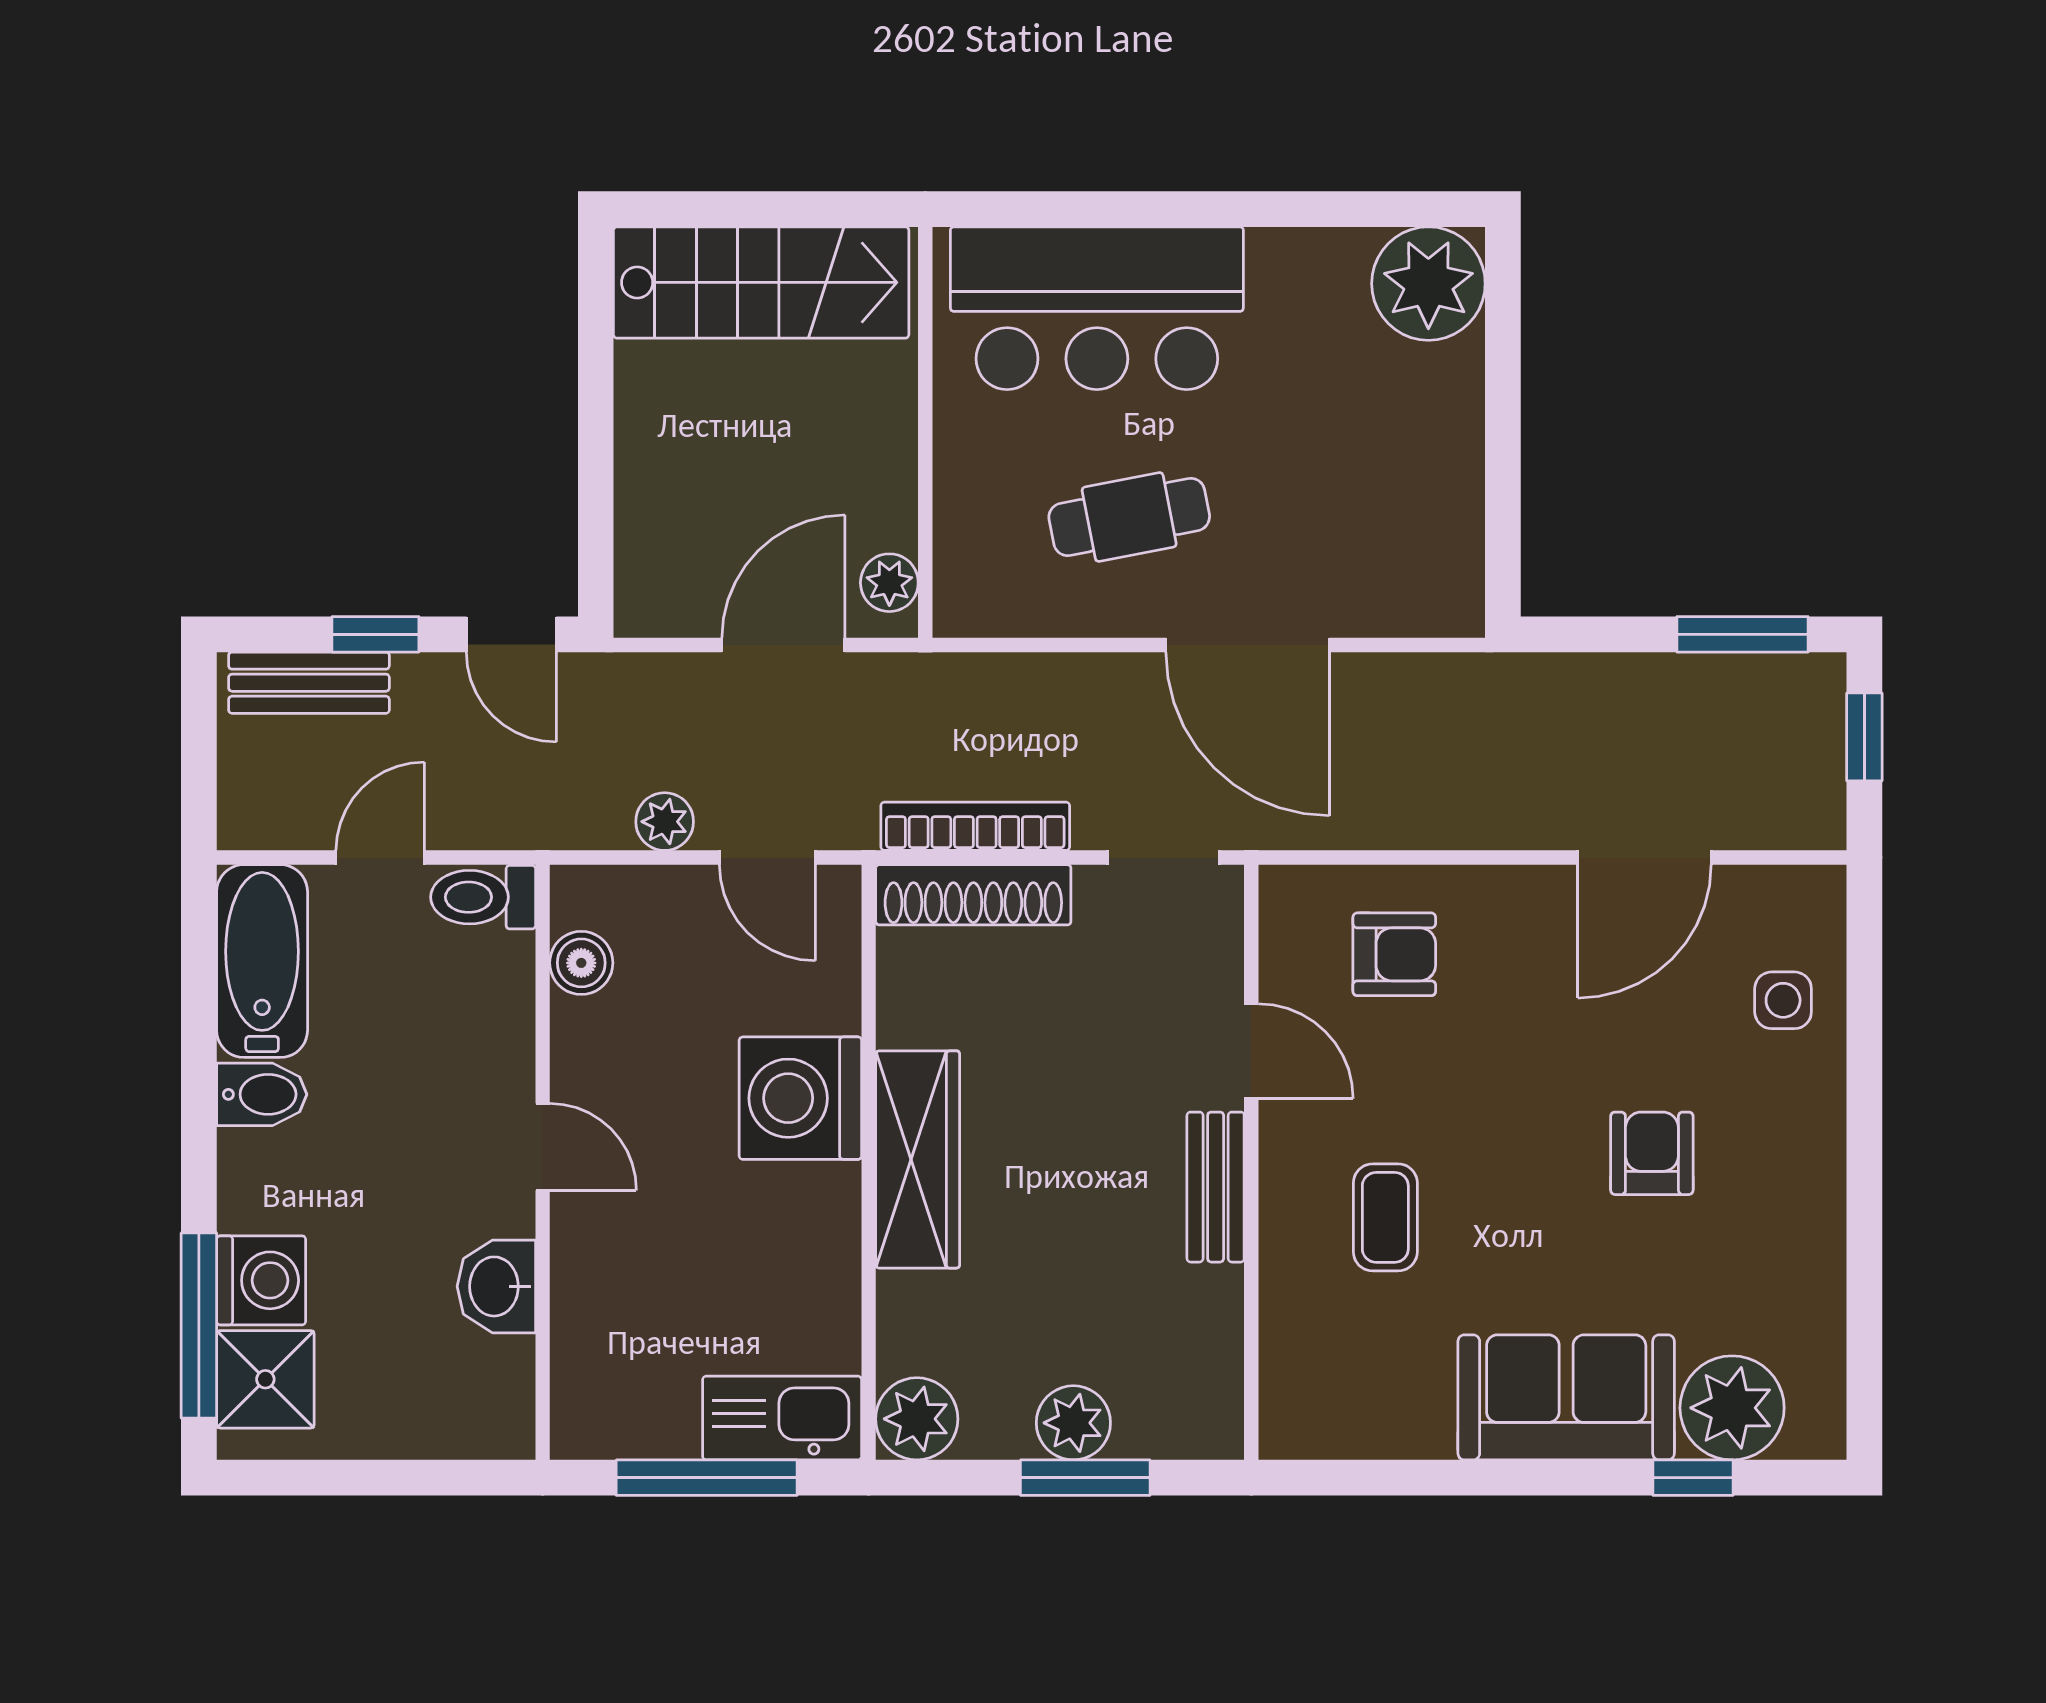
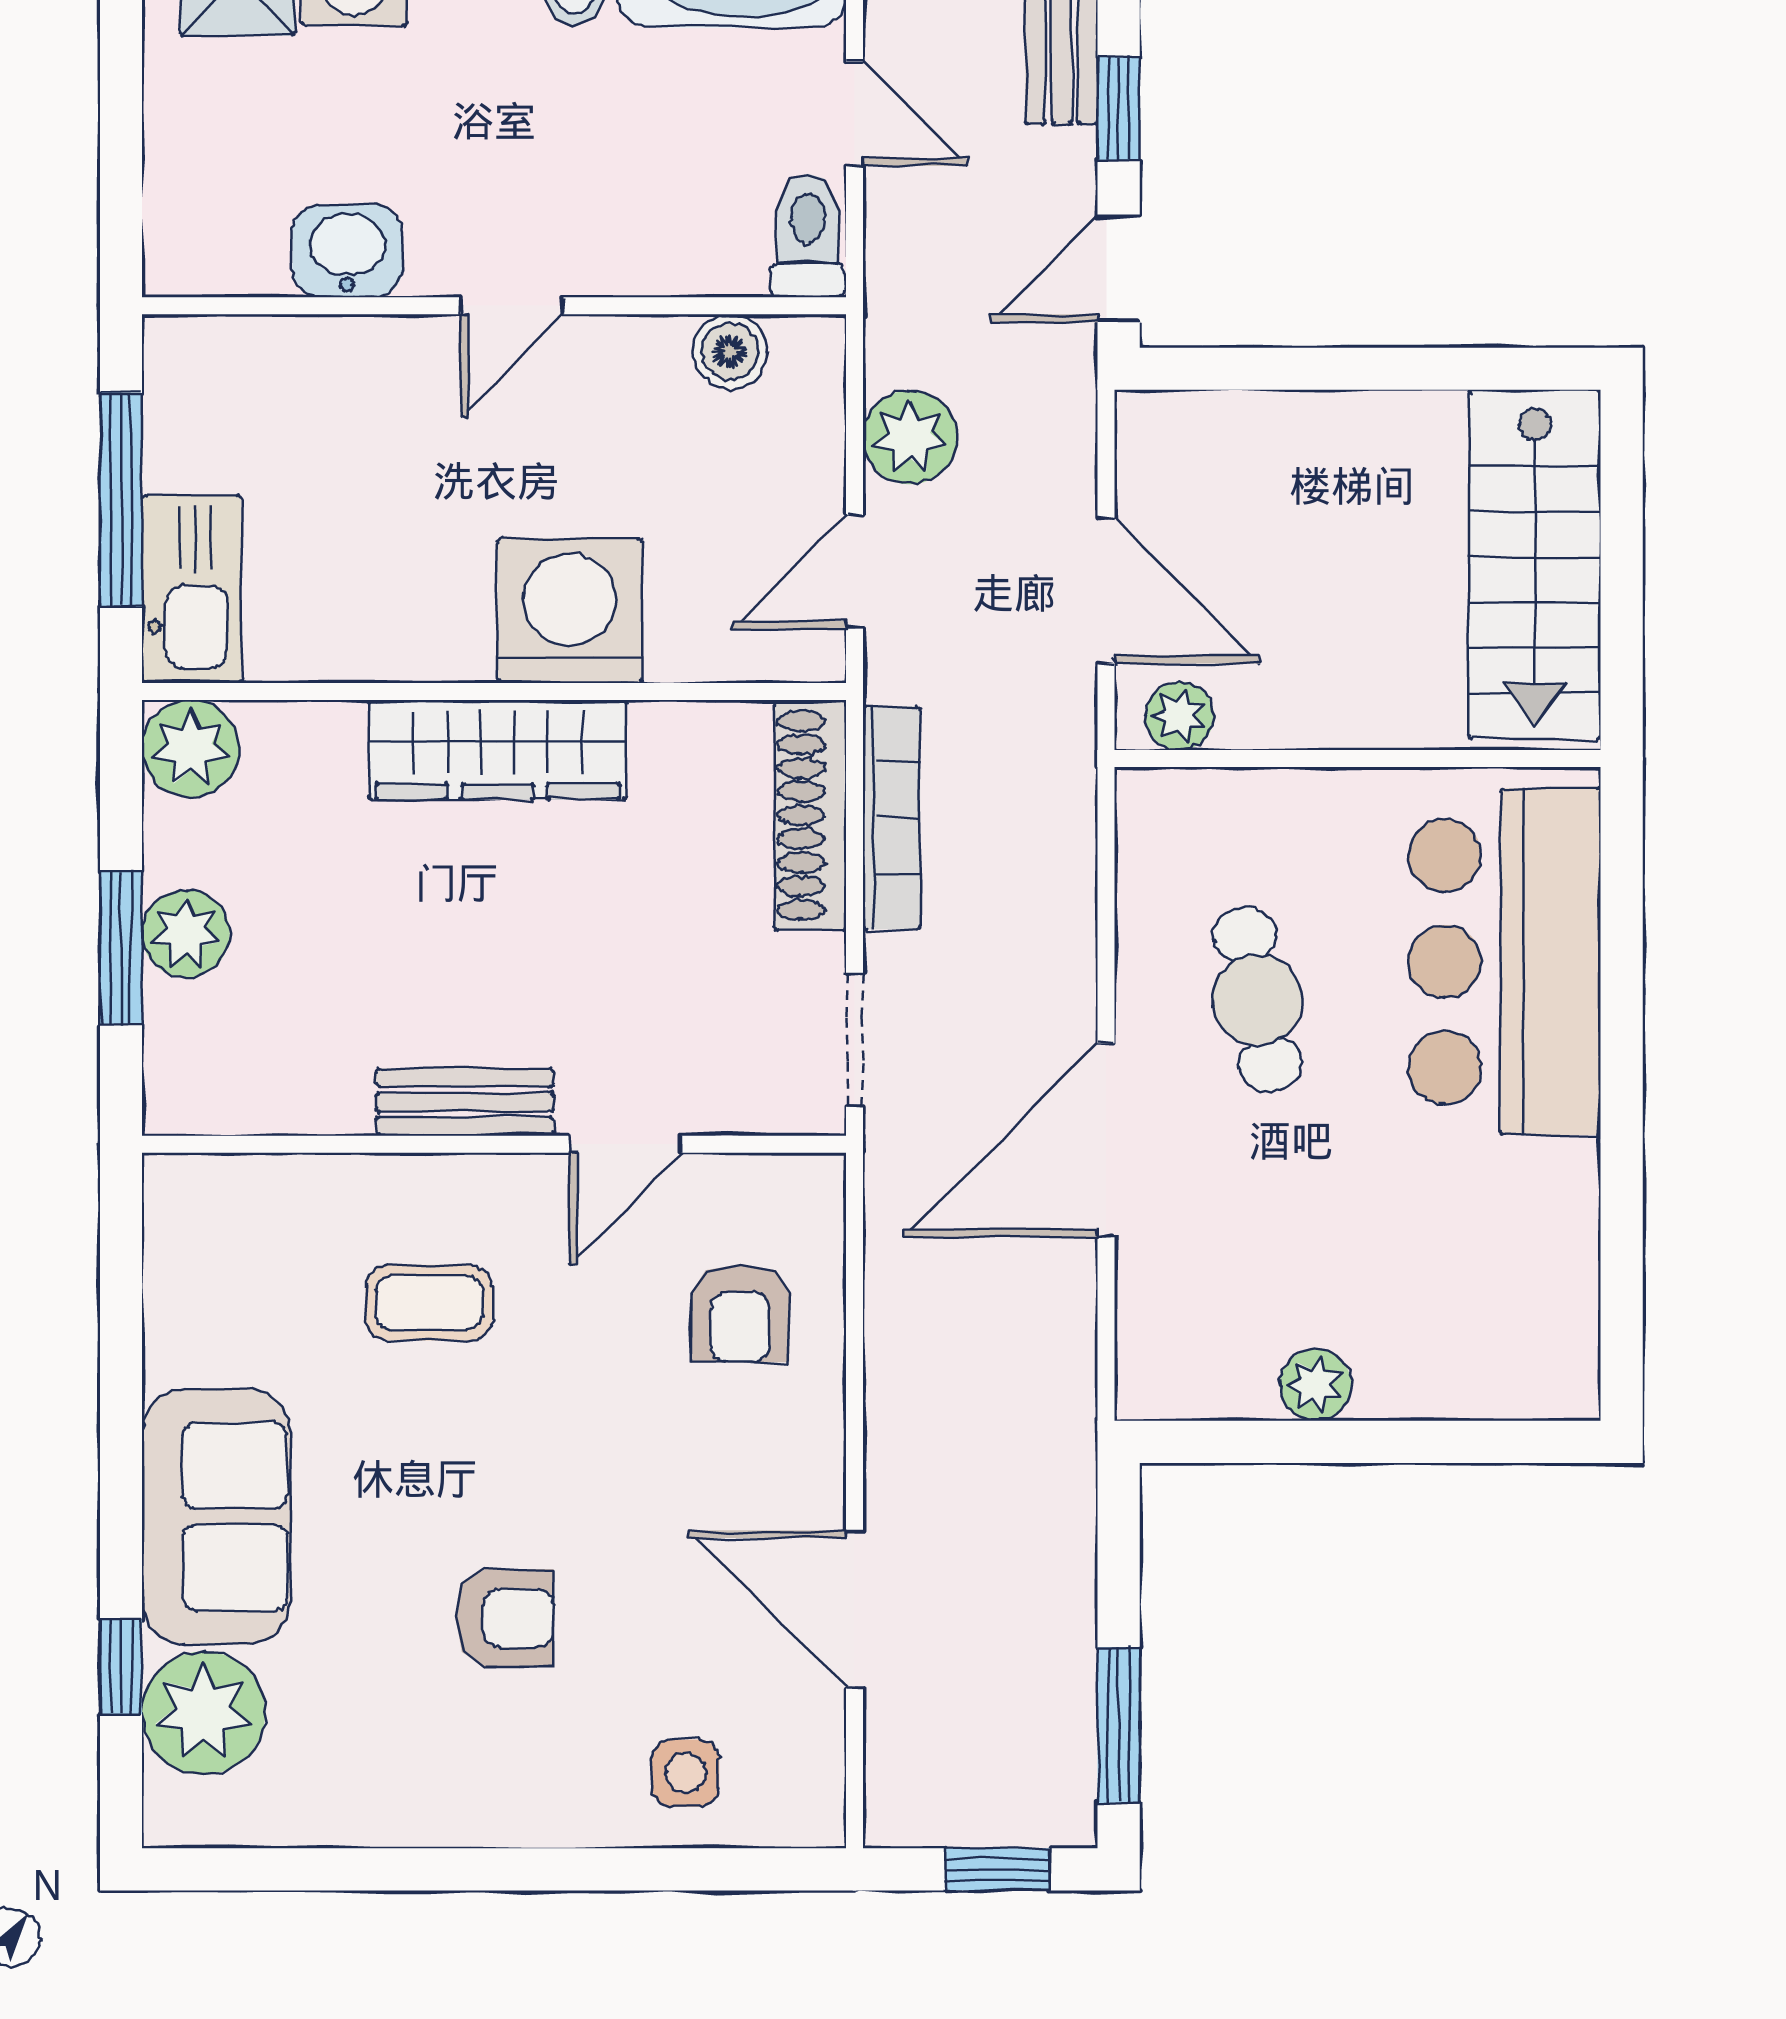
plant: (1428, 284) -> (1315, 1385), moved, width x0.53, depth x0.53
plant: (665, 822) -> (910, 437), width x1.38, depth x1.38

